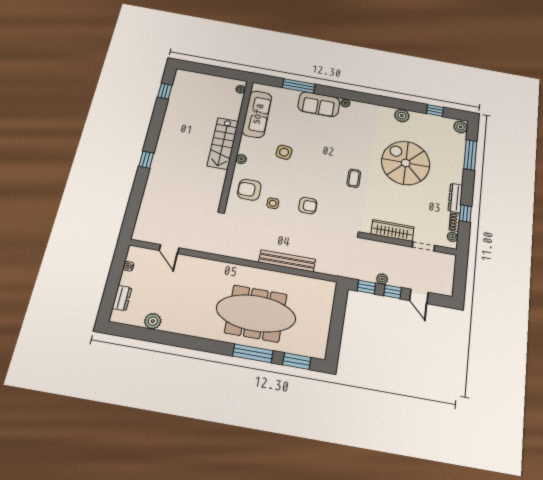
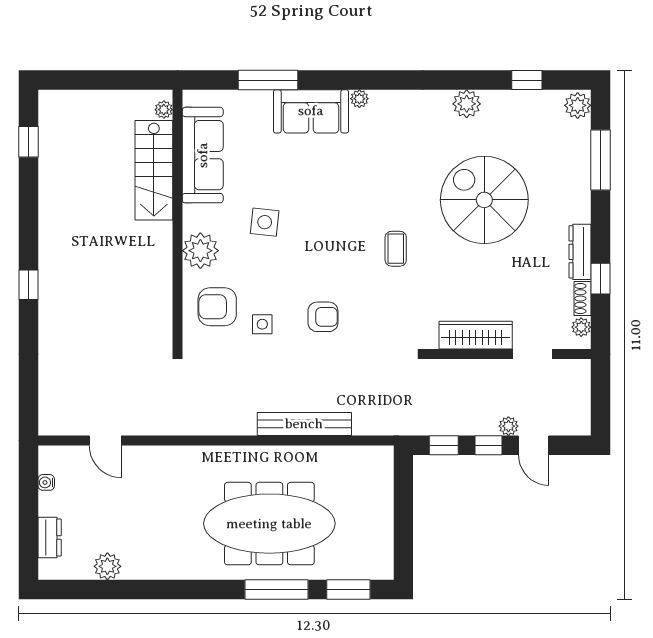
stairs: (223, 143) -> (154, 170), moved
plant: (241, 159) -> (200, 251), width x1.88, depth x1.88
plant: (382, 279) -> (508, 426), moved

